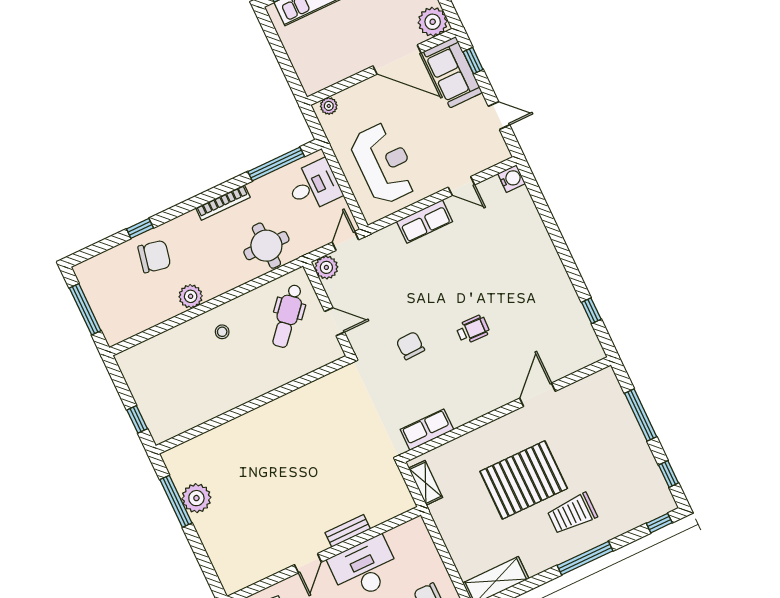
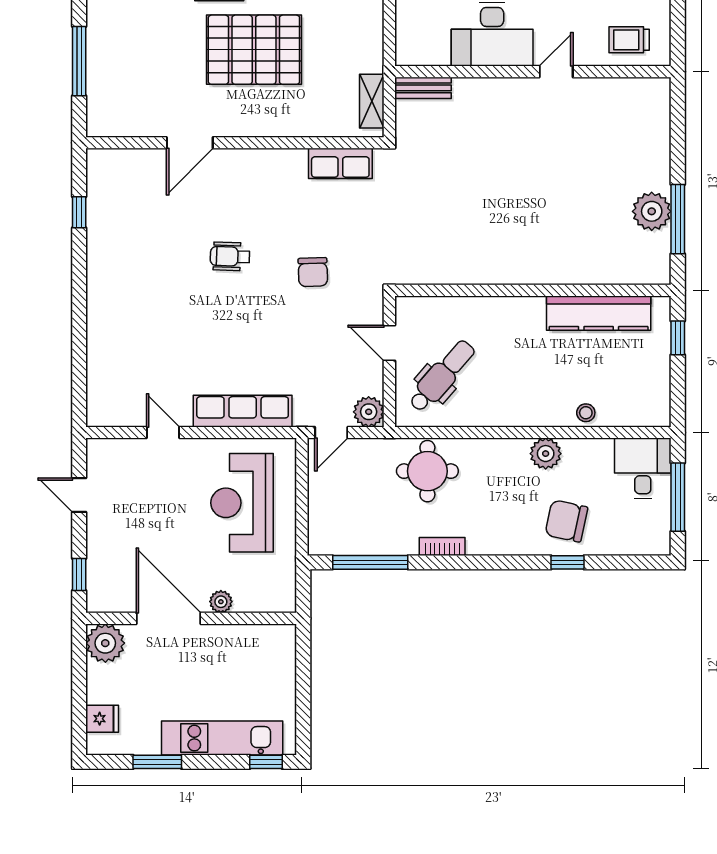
sofa: (453, 72) -> (110, 572), removed
plant: (329, 106) -> (221, 602), moved
water cooler: (511, 179) -> (100, 413), removed
desk: (314, 186) -> (643, 468), moved, turned 90
bookcase: (223, 203) -> (442, 546), width x0.64
row of seats: (425, 222) -> (243, 411), width x1.48
stool: (222, 332) -> (586, 413), moved
kitchen counter: (200, 410) -> (599, 313), added
bench: (348, 531) -> (423, 88), moved

